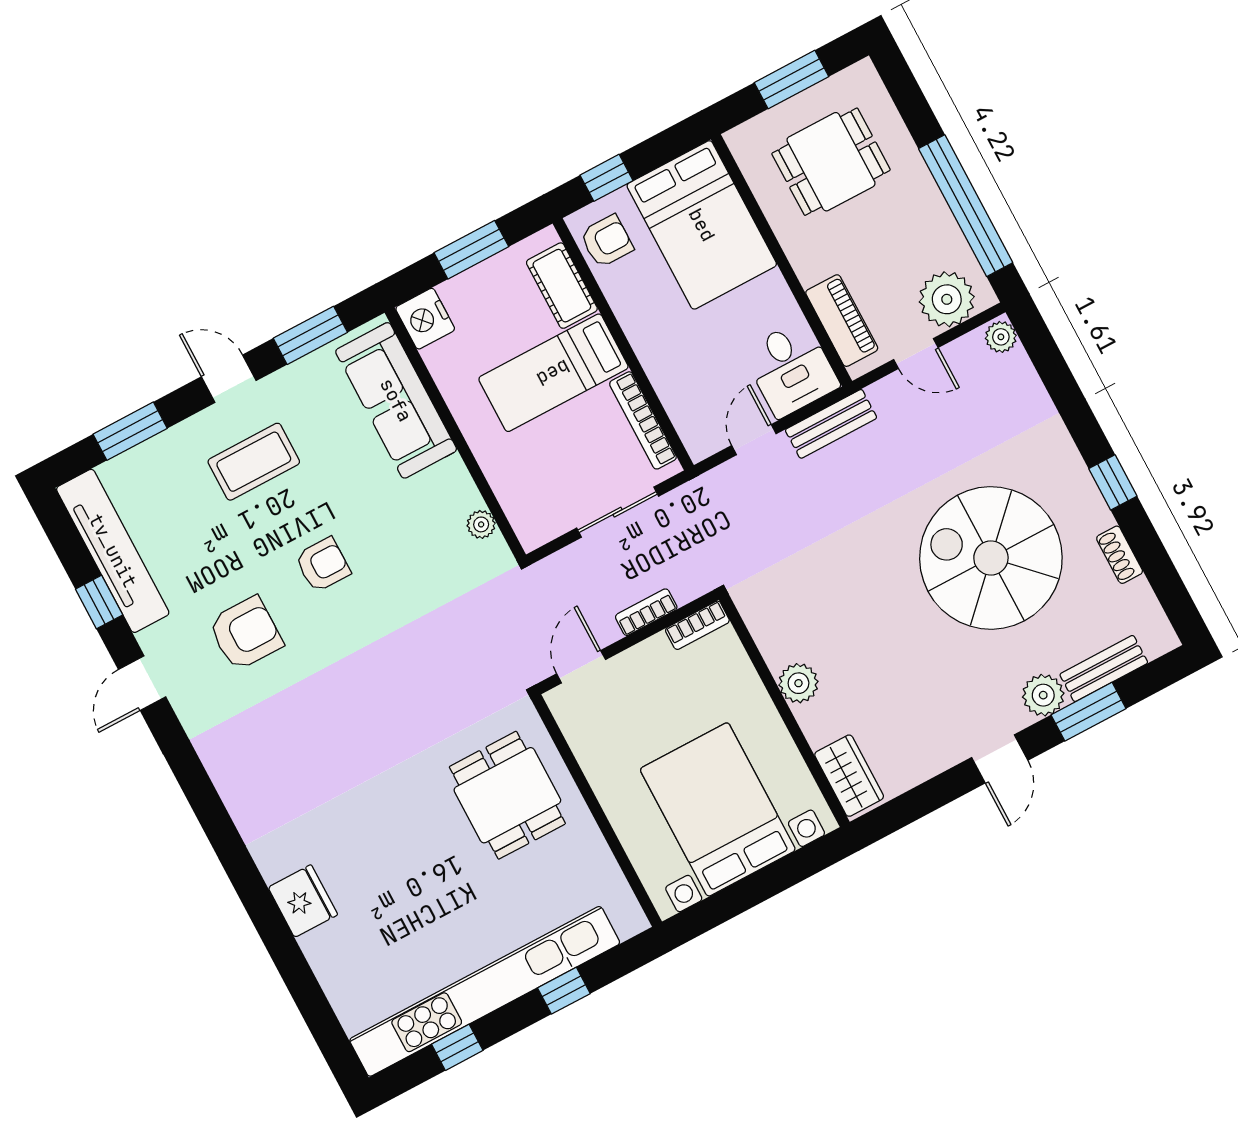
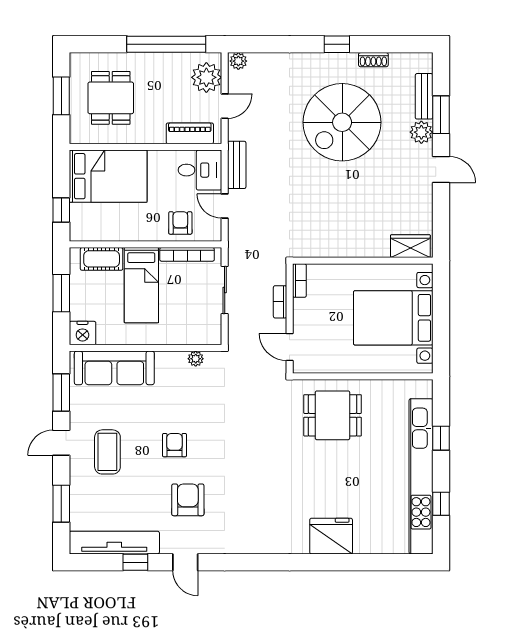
armchair: (607, 241) -> (180, 223), moved
plant: (798, 683) -> (353, 247), removed
fridge: (303, 901) -> (331, 536), width x1.36, depth x1.34

